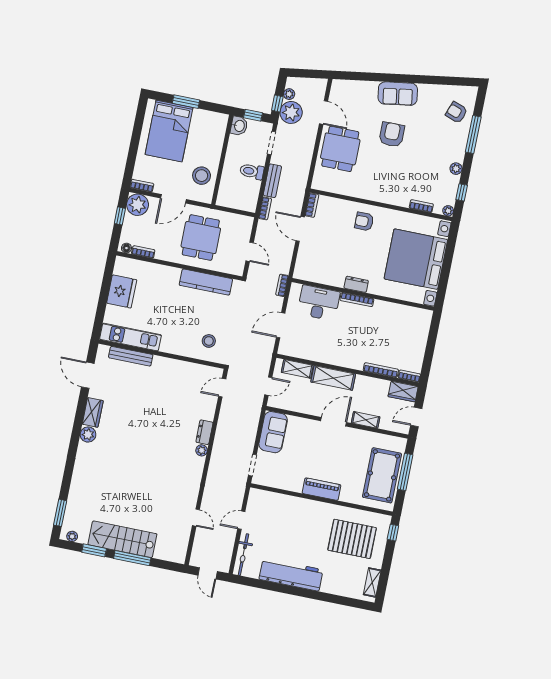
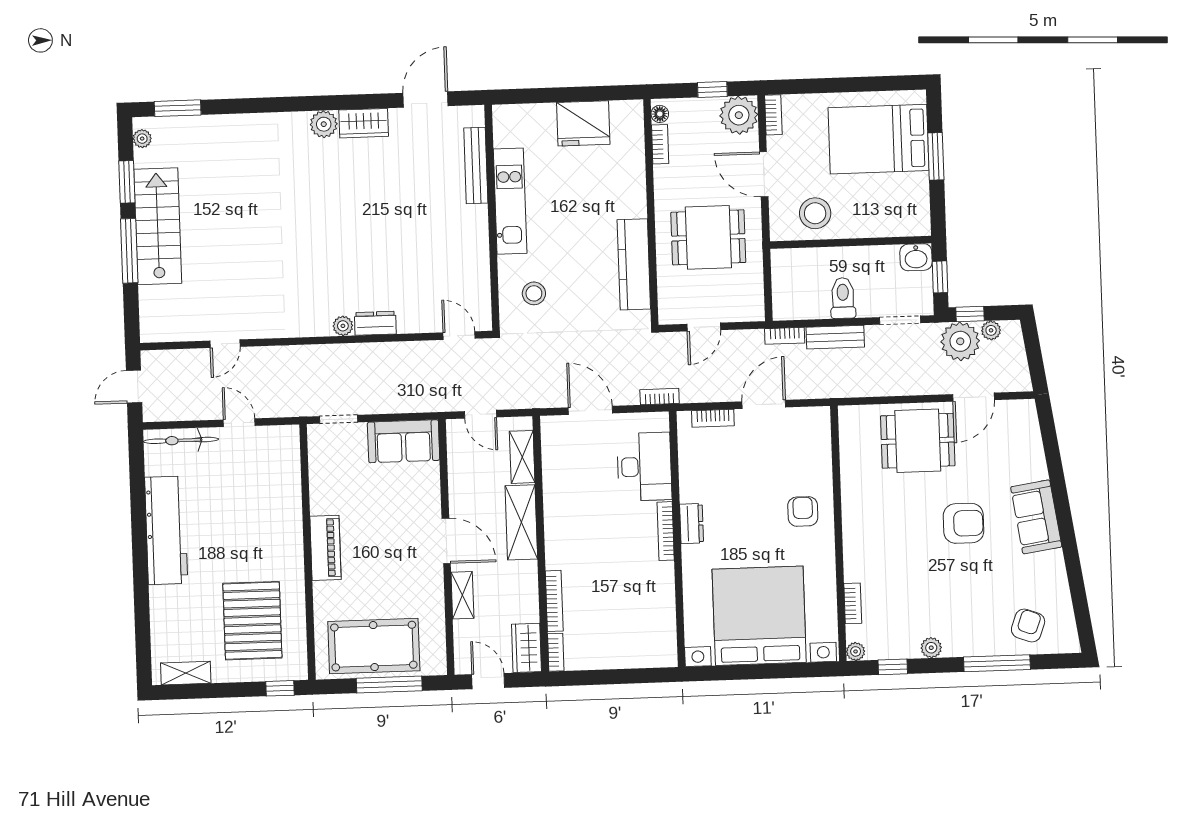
bookcase: (312, 205) -> (713, 418), moved
kitchen unit: (130, 337) -> (510, 201), moved

